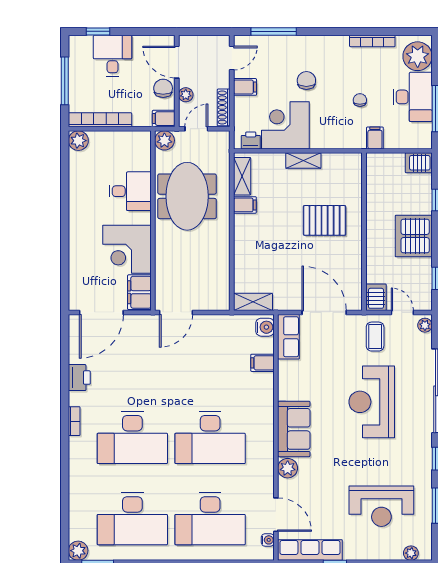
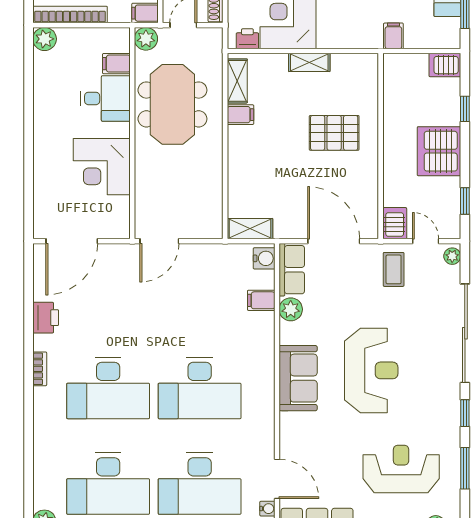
filing cabinet: (139, 292) -> (116, 64), moved, width x0.50
reception desk: (372, 402) -> (371, 370), moved, turned 180
plant: (288, 468) -> (291, 309), moved
reception desk: (381, 506) -> (401, 469), turned 180

